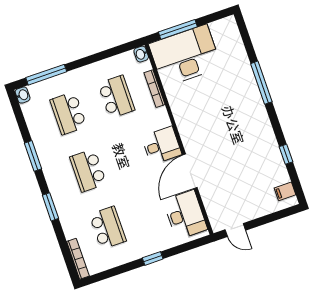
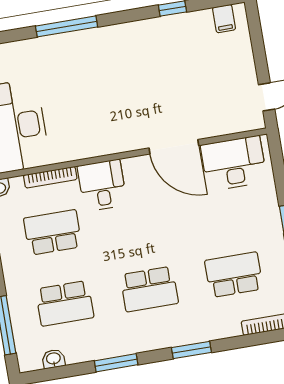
washbasin: (23, 95) -> (53, 359), moved
desk: (162, 145) -> (102, 185), moved

